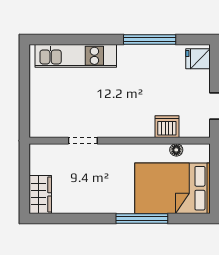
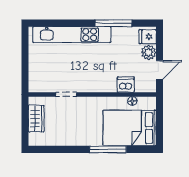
kitchen unit: (76, 56) -> (72, 35), width x1.36
plant: (199, 81) -> (149, 52), added
wardrobe: (40, 194) -> (36, 119), moved

